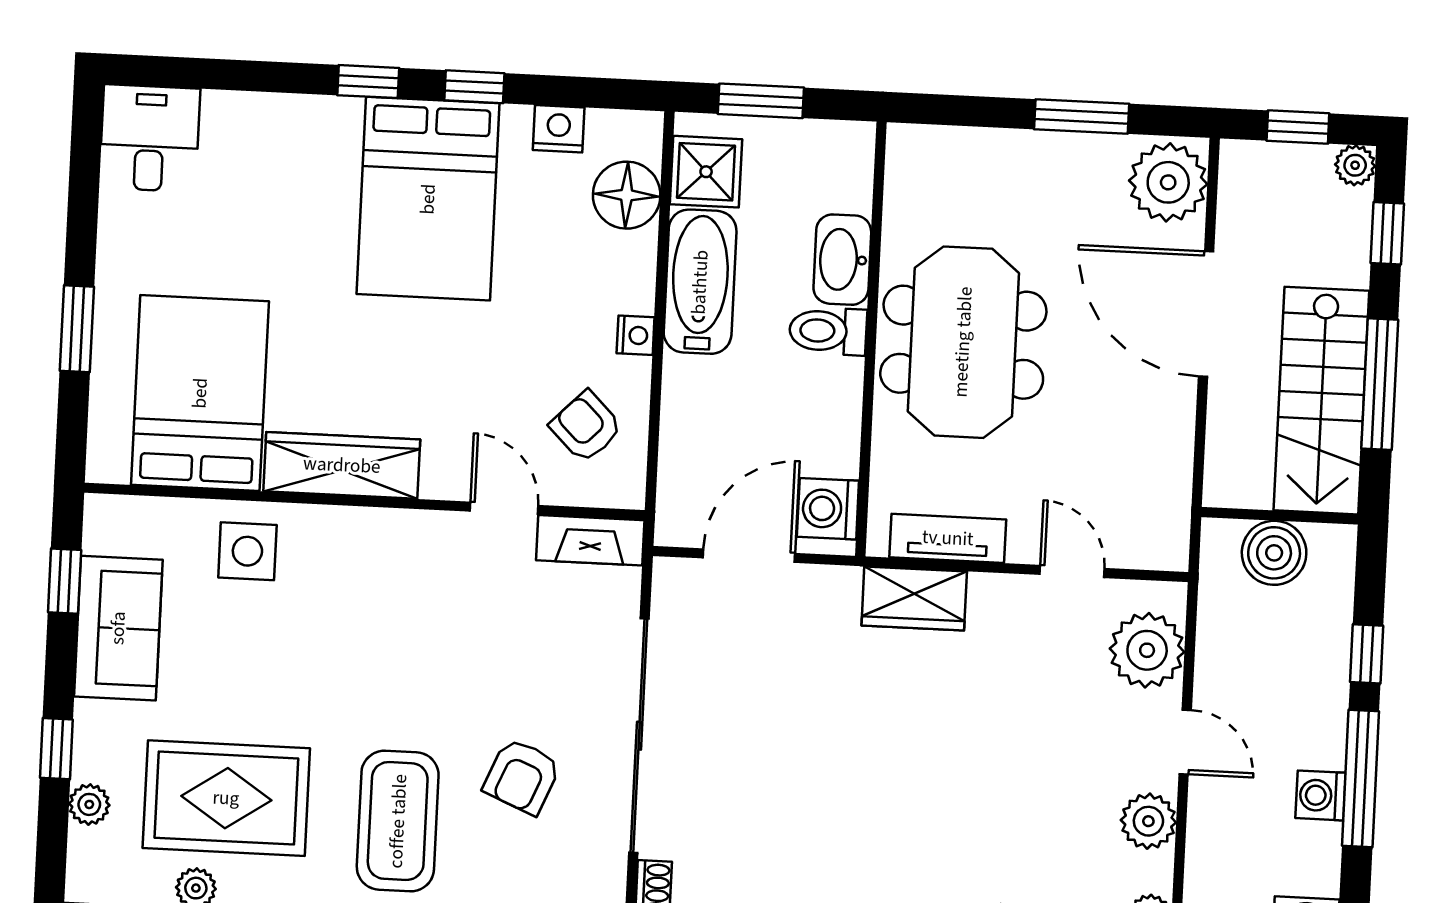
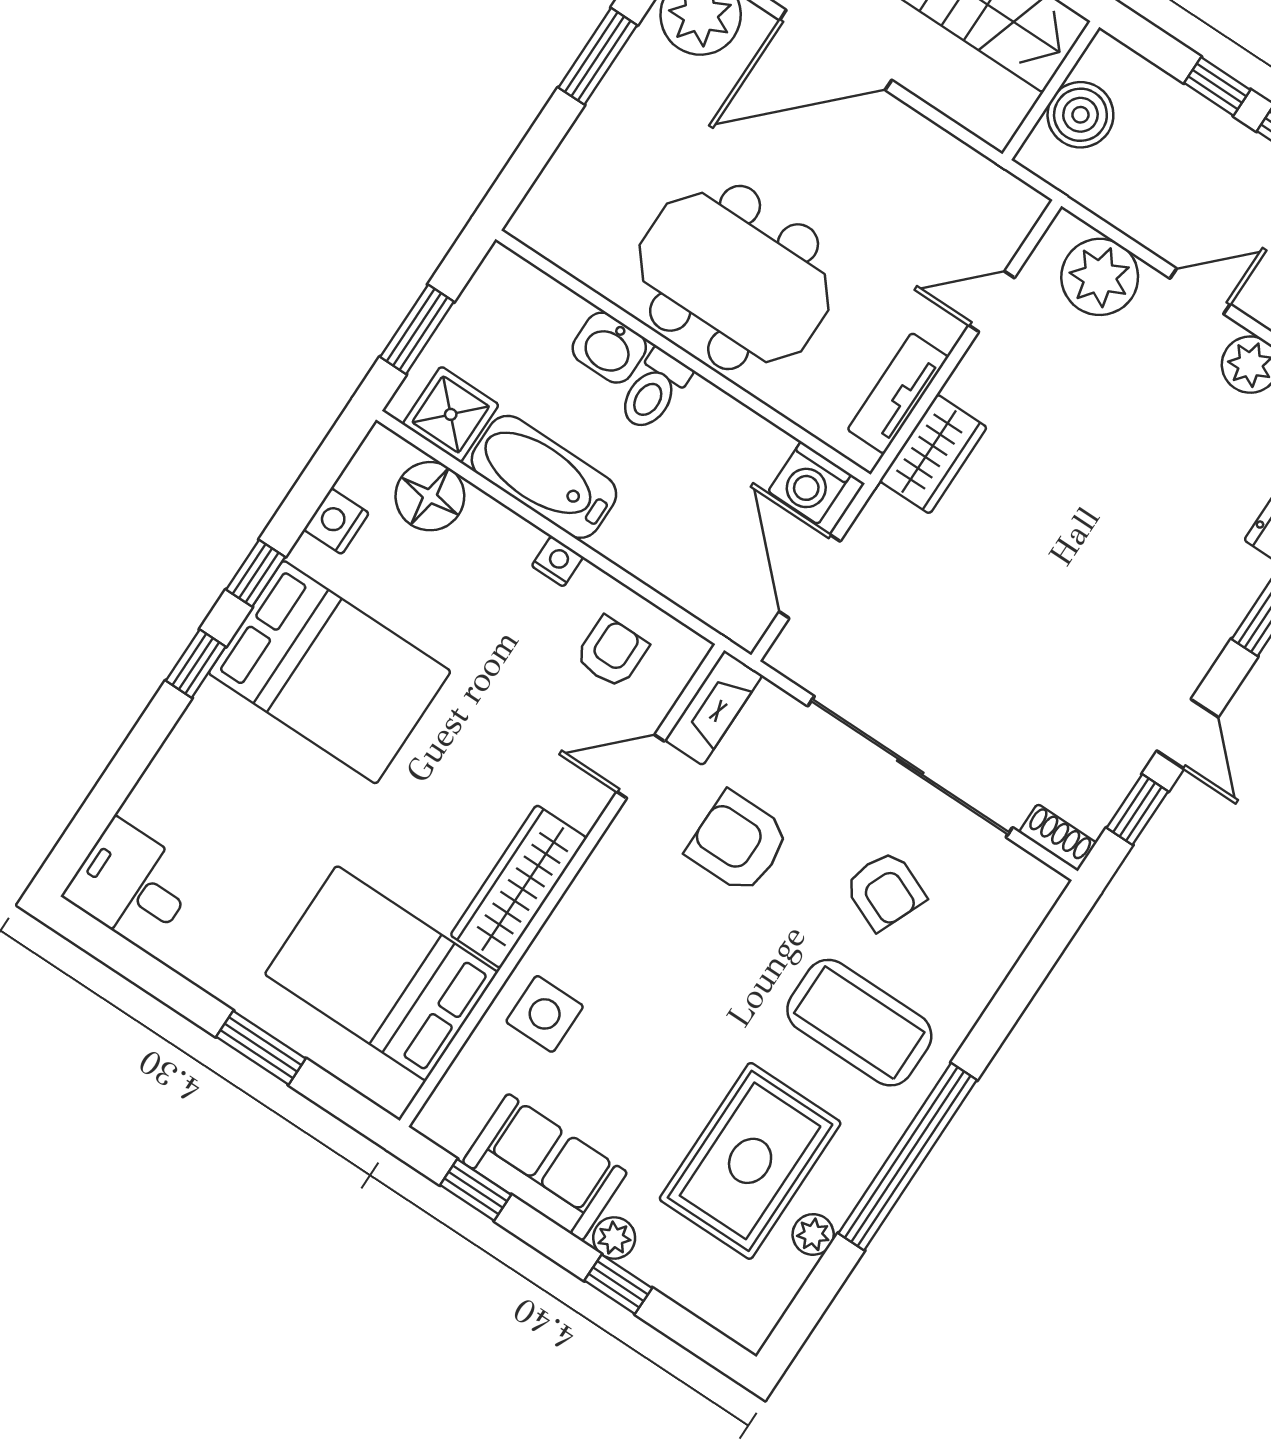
washbasin: (842, 260) -> (609, 348), width x0.72
armchair: (586, 427) -> (612, 652), turned 135
armchair: (489, 629) -> (738, 843), added
plant: (89, 804) -> (614, 1238), moved

